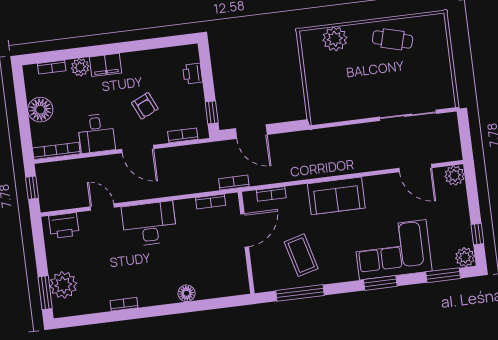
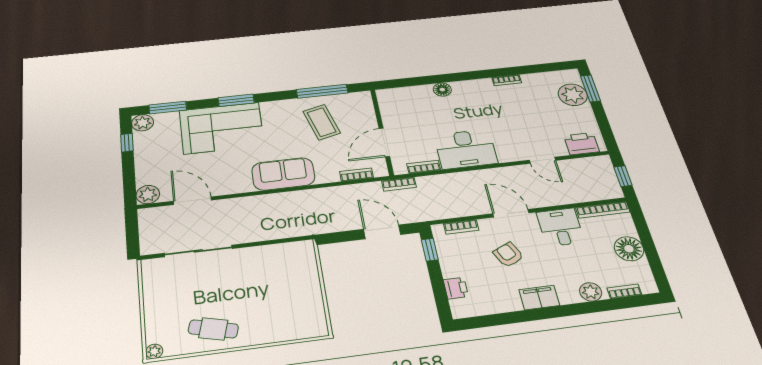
plant: (335, 39) -> (154, 351), moved, width x0.53, depth x0.53
filing cabinet: (106, 65) -> (539, 298), moved
desk: (149, 224) -> (466, 149), moved

